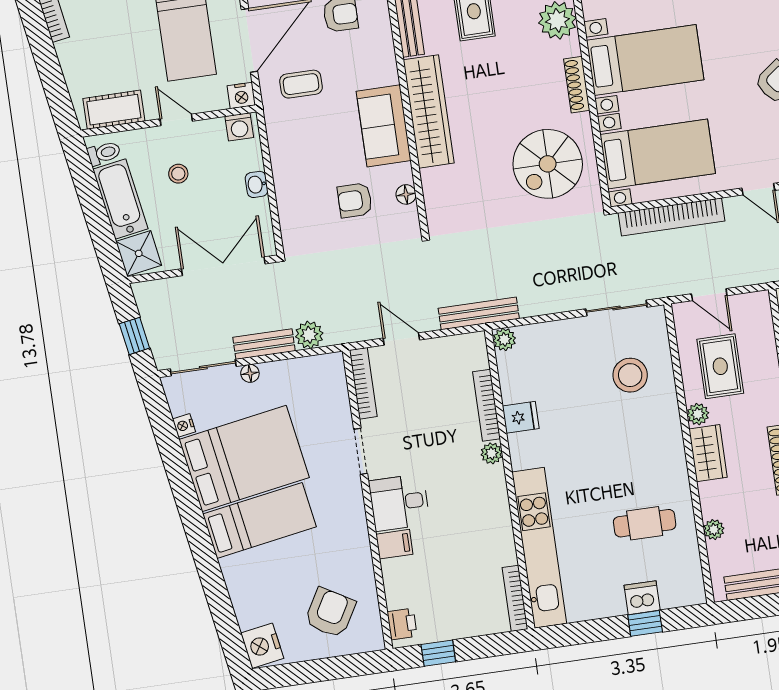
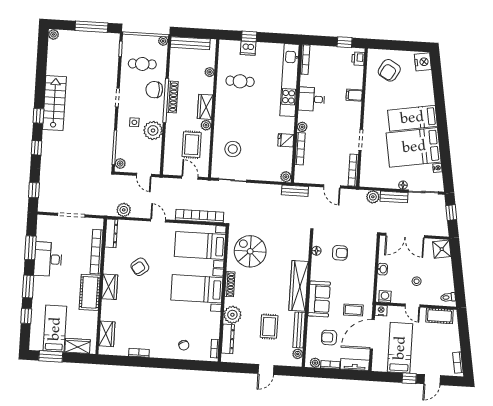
sofa: (384, 126) -> (319, 299), moved
spiral stairs: (548, 164) -> (250, 251), turned -90
bathtub: (120, 199) -> (445, 275), removed
bench: (479, 313) -> (295, 191), width x0.73
desk: (399, 502) -> (312, 99), moved, turned 180

